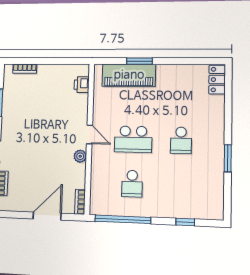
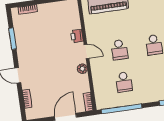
printer: (82, 85) -> (77, 36), moved
school desk: (133, 139) -> (119, 50), width x0.54

